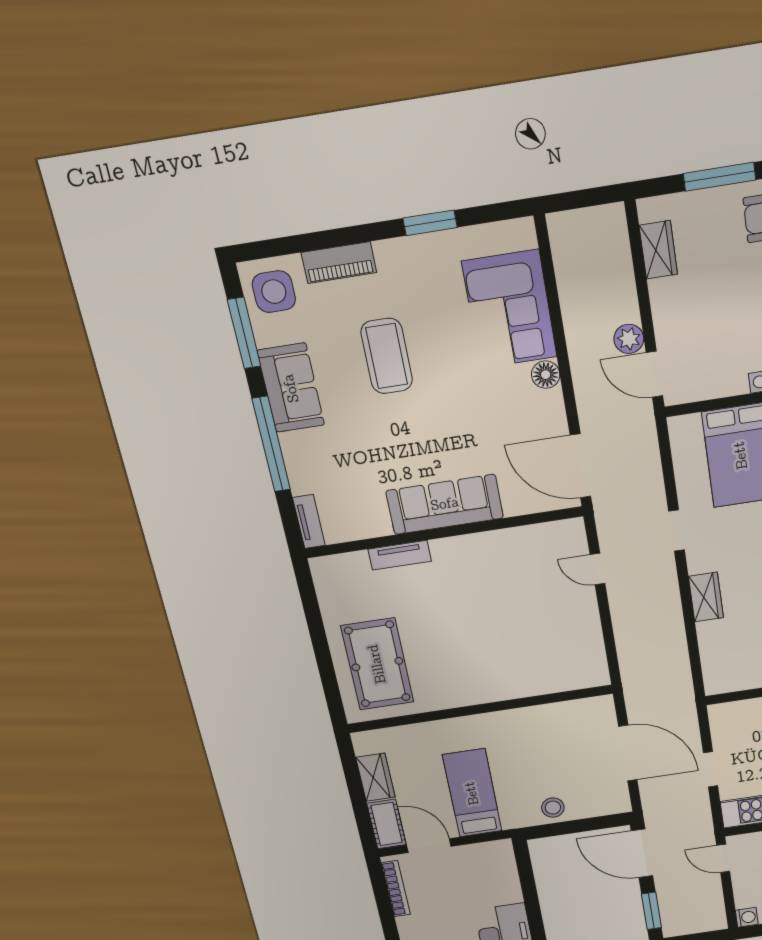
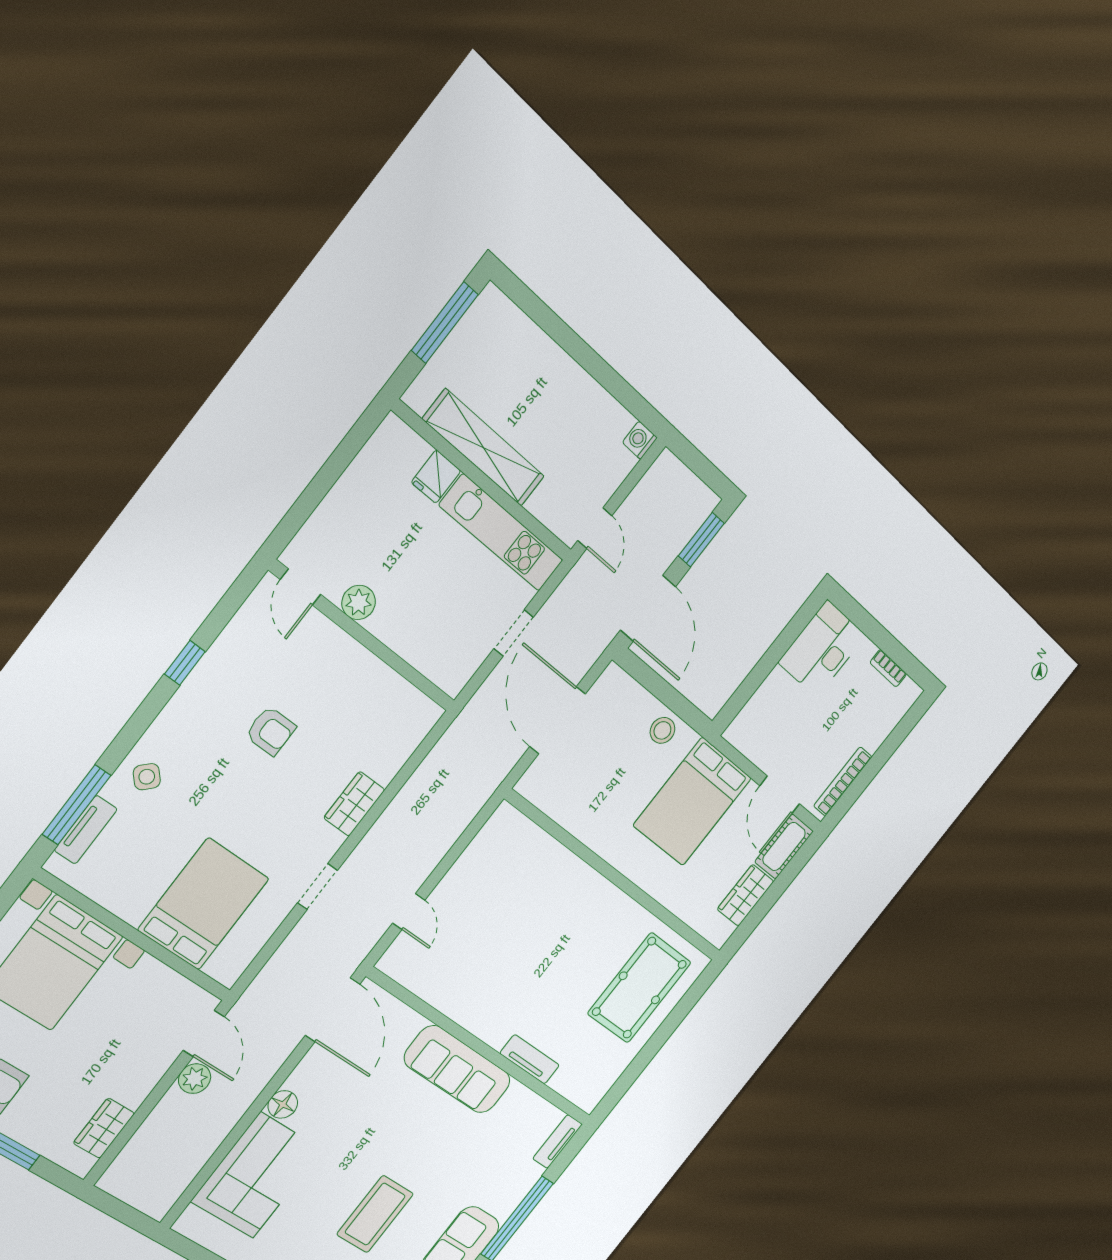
bed: (472, 793) -> (692, 802), width x1.50

